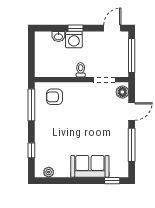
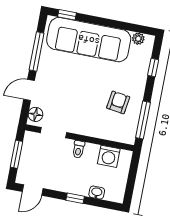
washing machine: (74, 40) -> (109, 156), moved, turned 180
window: (132, 56) -> (17, 154), width x0.69
armchair: (55, 97) -> (118, 102), moved, turned -82
sofa: (90, 166) -> (89, 40), width x1.85, depth x1.27

